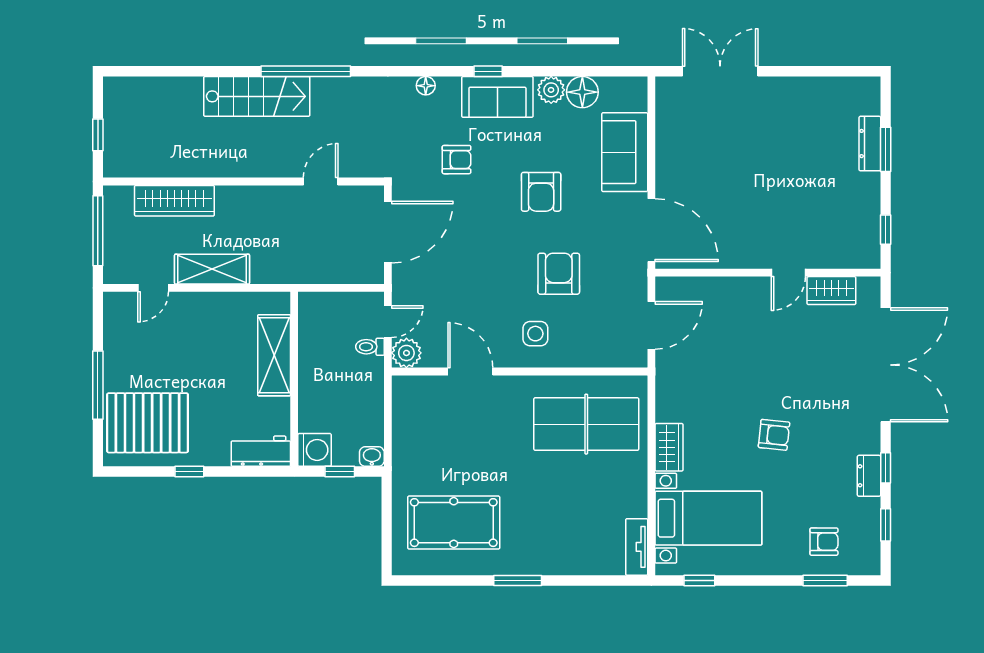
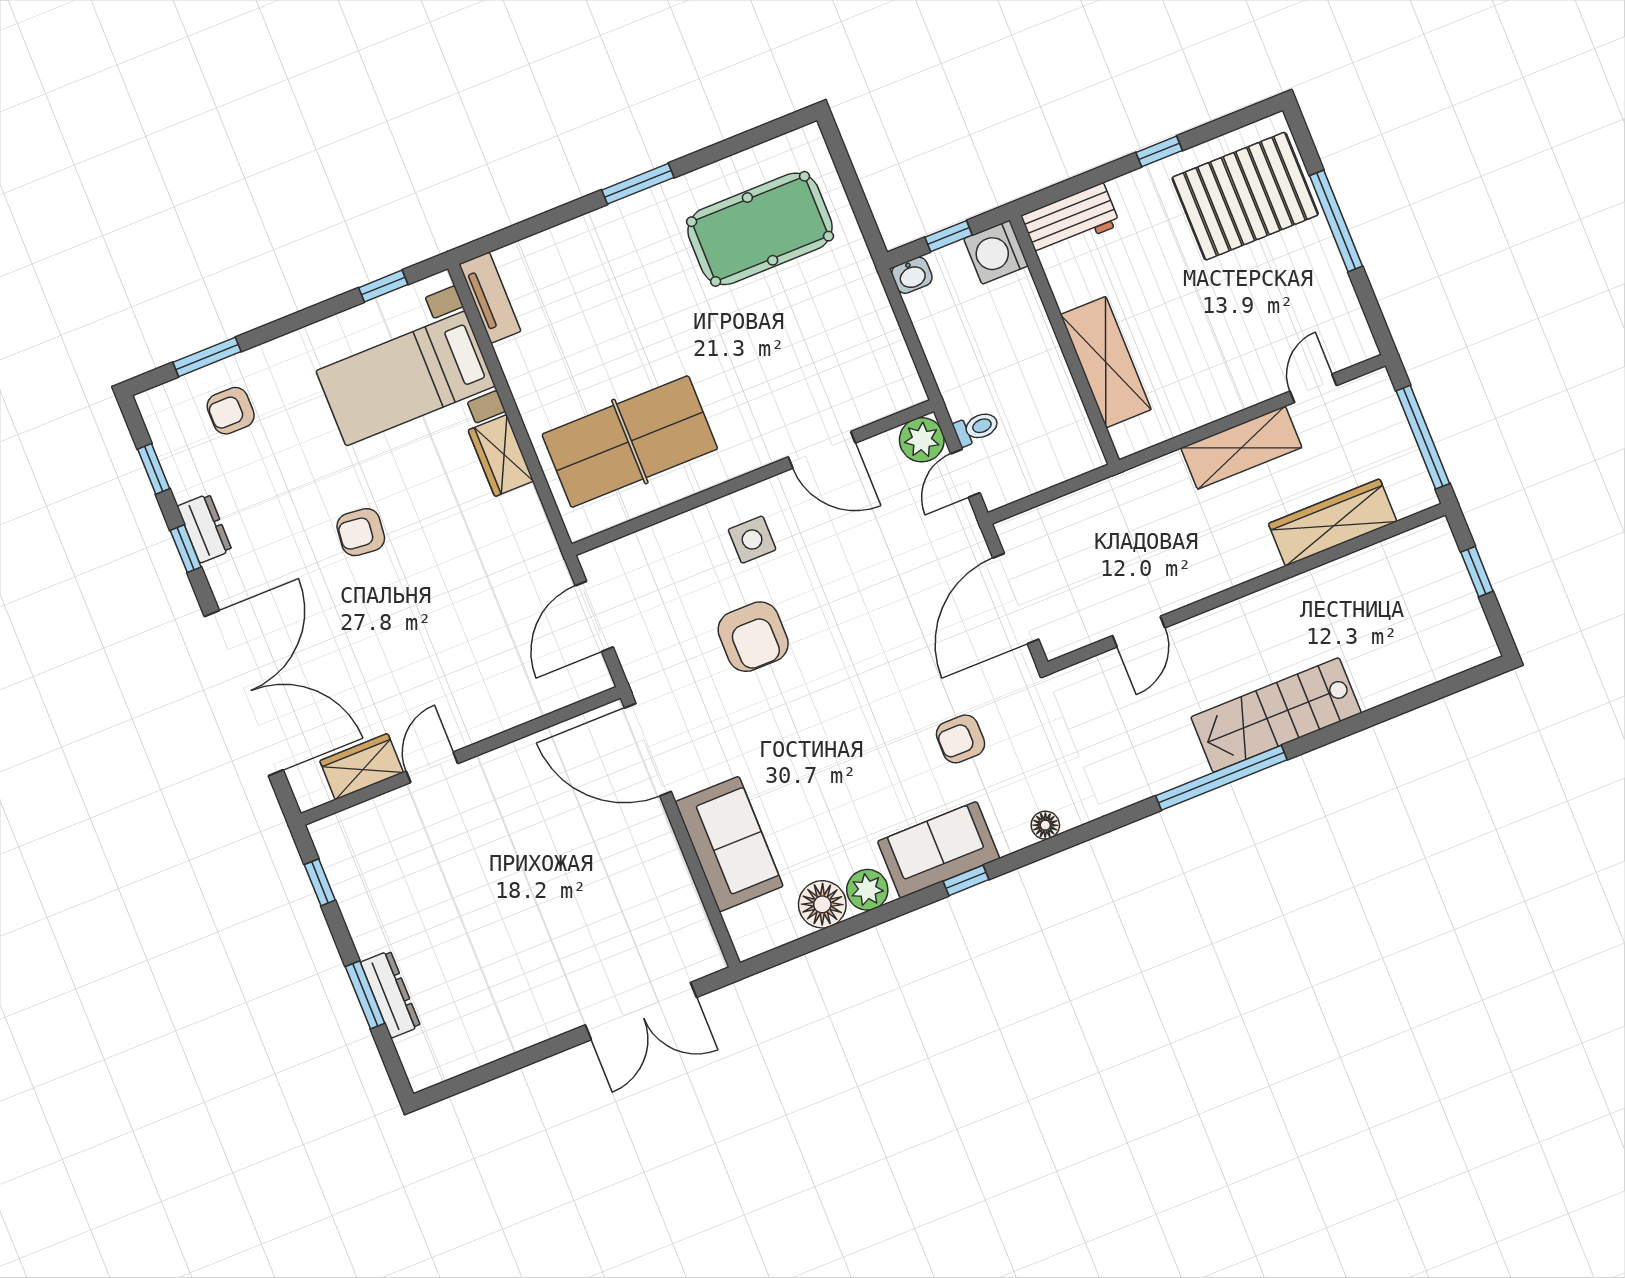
armchair: (541, 192) -> (824, 741), removed
double door: (886, 365) -> (244, 693), swing flipped

